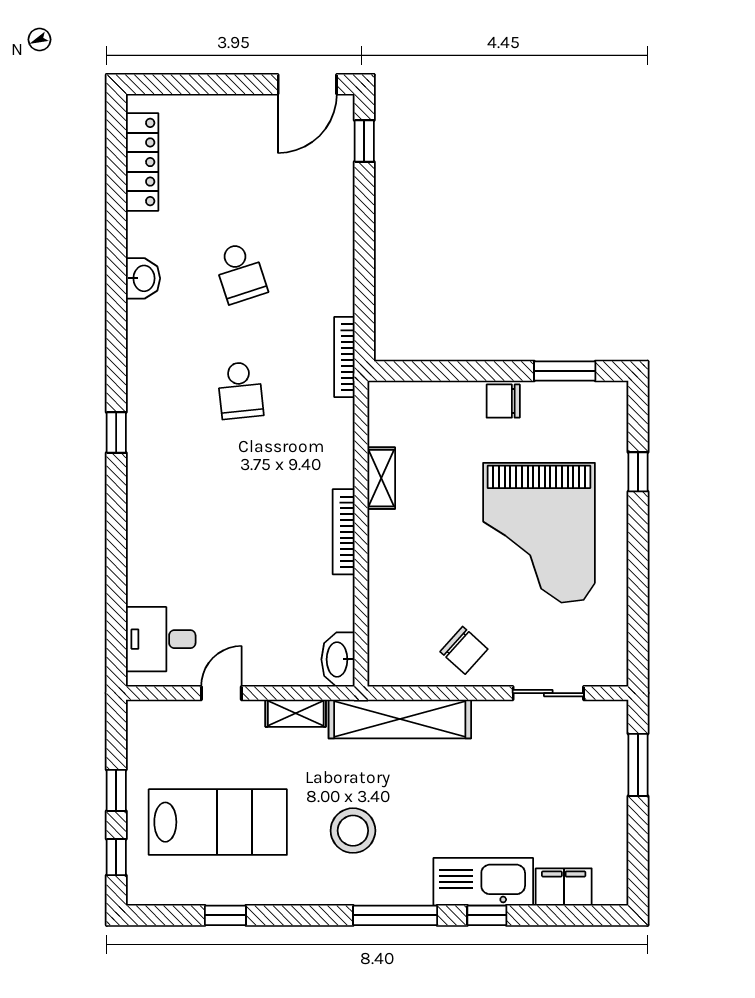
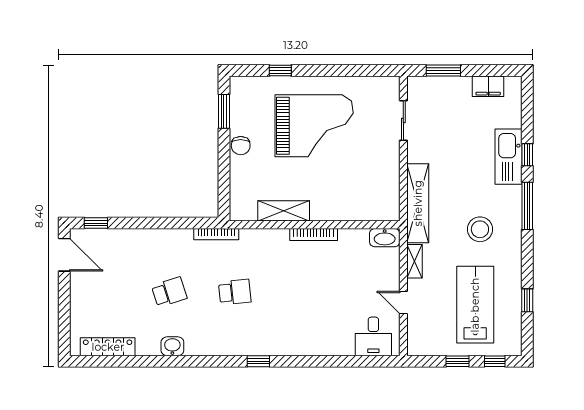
shelving: (381, 478) -> (284, 211), width x1.50, depth x1.33
chair: (464, 650) -> (380, 167), removed
filing cabinet: (564, 887) -> (488, 86), moved, turned -90

